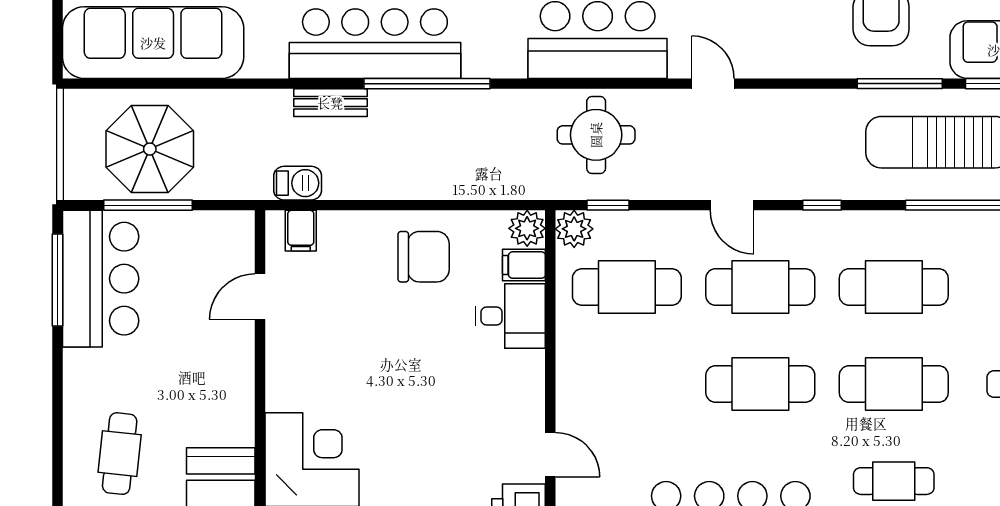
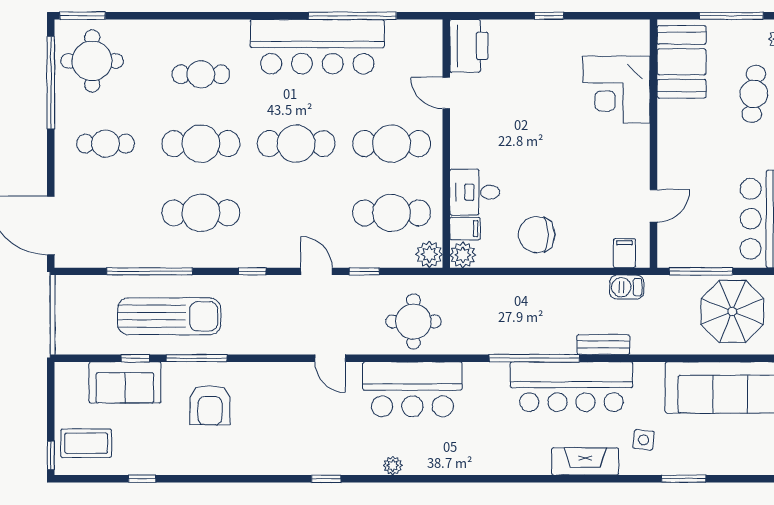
window: (148, 205) -> (701, 271), moved
window: (608, 205) -> (364, 271), moved
cafe table: (760, 287) -> (392, 144), moved

